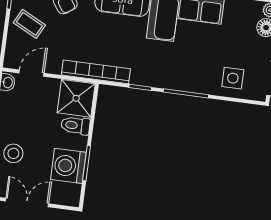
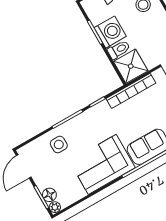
side table: (233, 78) -> (59, 145), moved
washing machine: (68, 166) -> (110, 32), moved

